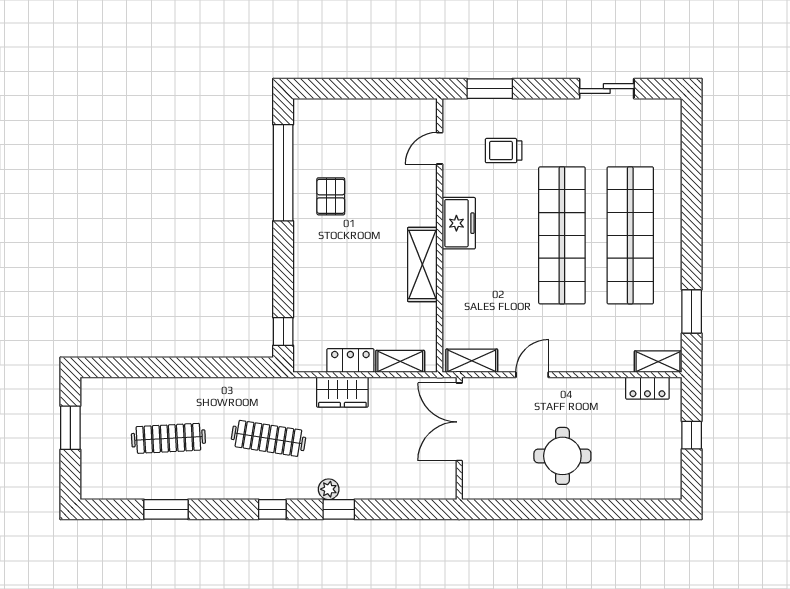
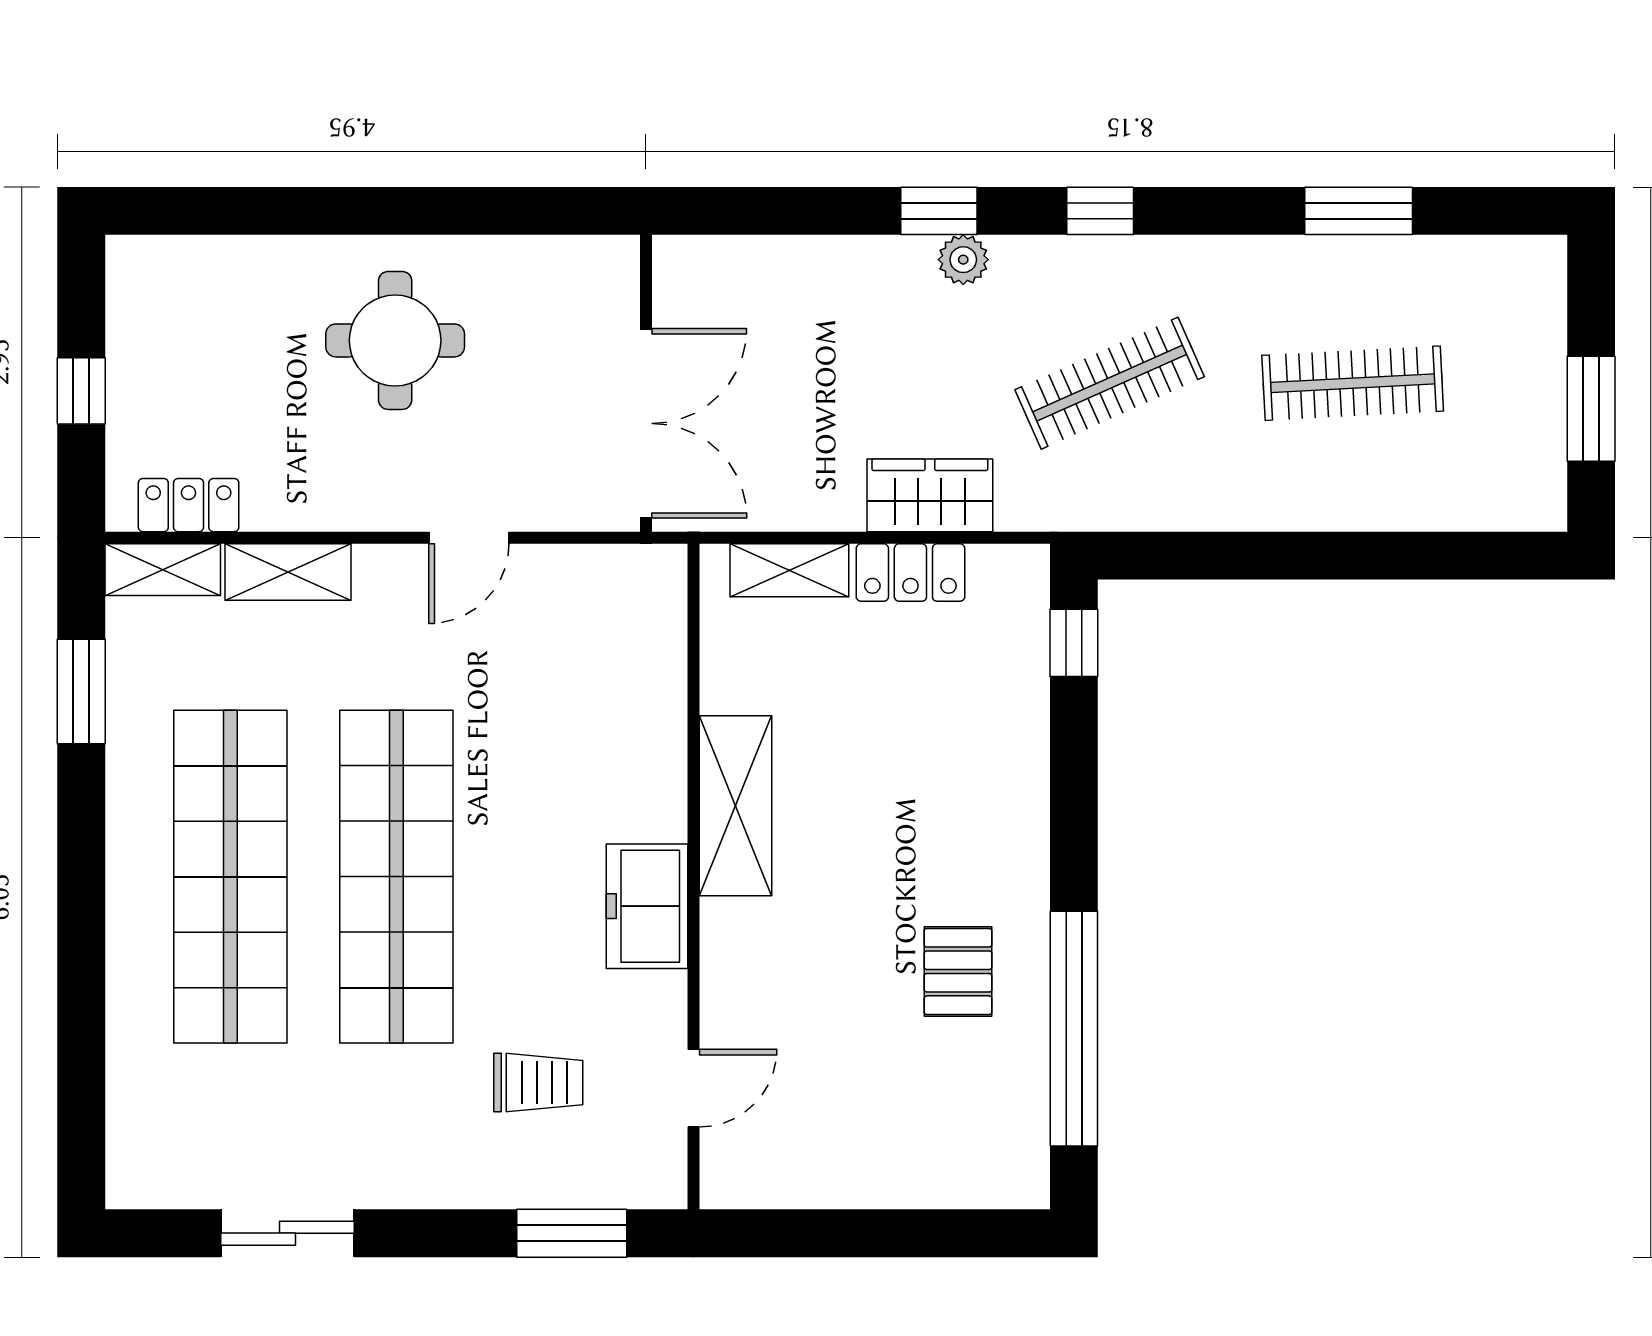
shelving: (472, 361) -> (288, 572), moved
clothes rail: (268, 438) -> (1110, 383), turned -33

